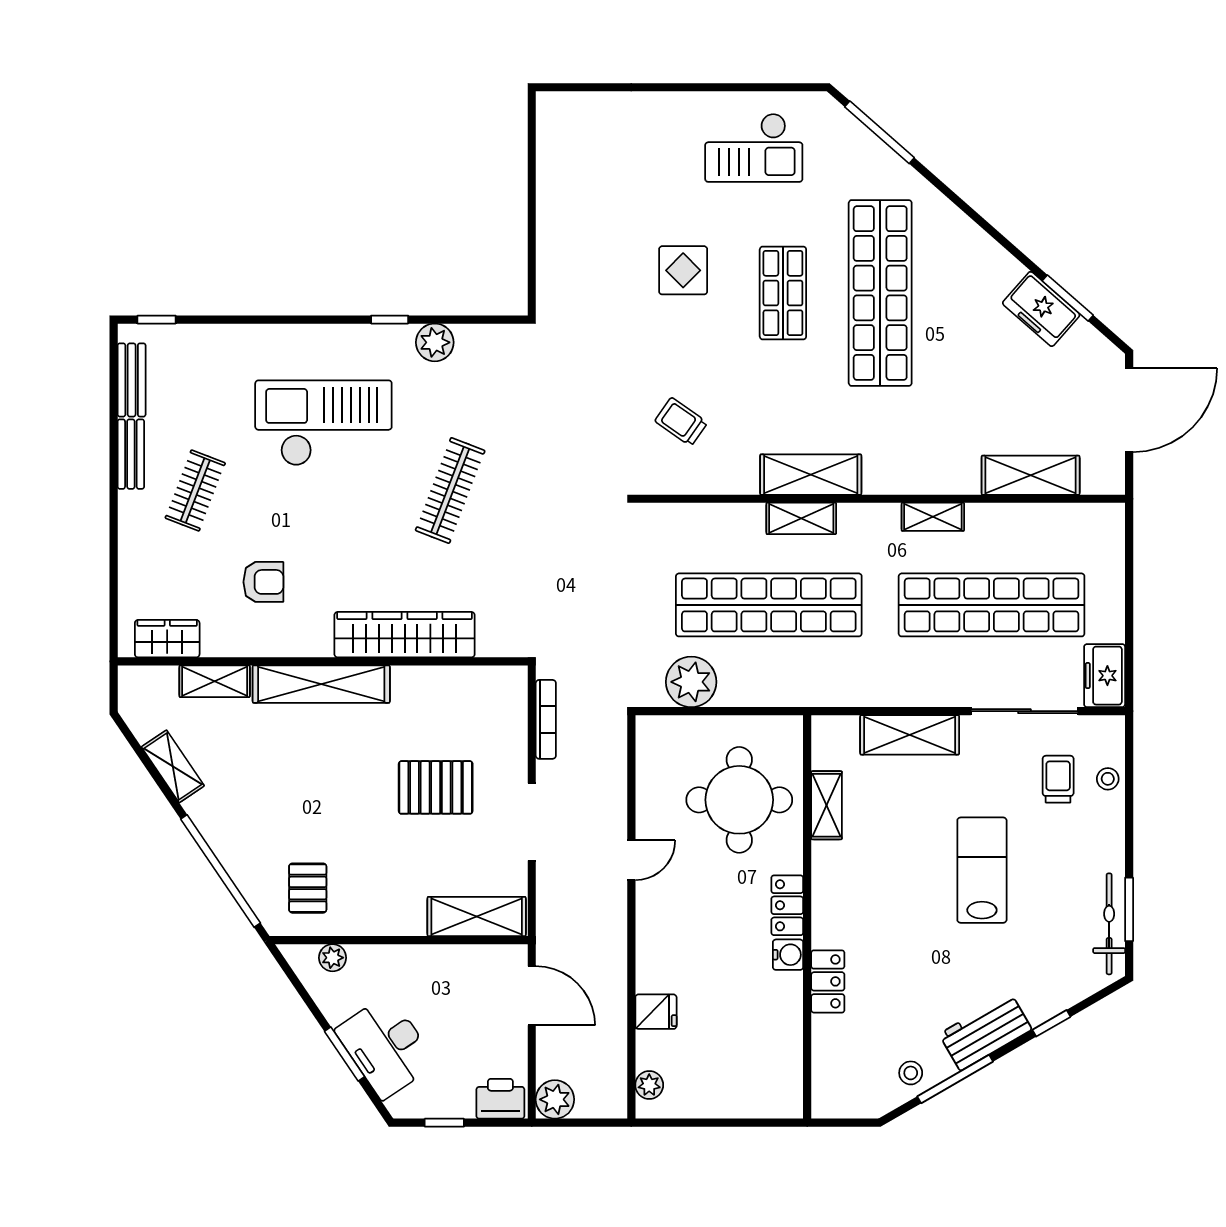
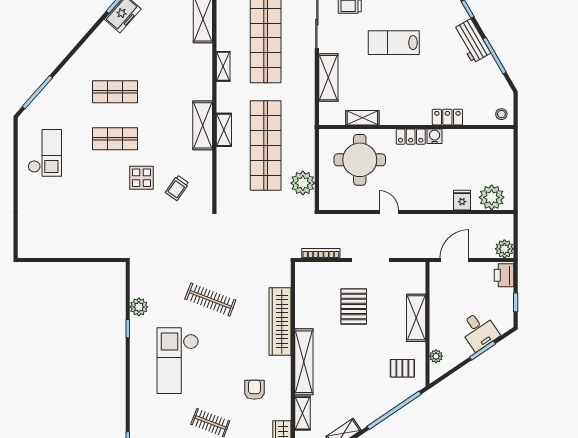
display table: (683, 270) -> (141, 178), moved
shop shelf: (880, 293) -> (115, 92), width x0.50, depth x0.74
shelving: (477, 916) -> (416, 318), moved
desk: (386, 1047) -> (479, 331), width x0.73
stool: (911, 1073) -> (501, 114), moved
plant: (649, 1085) -> (492, 197), width x1.87, depth x1.87

